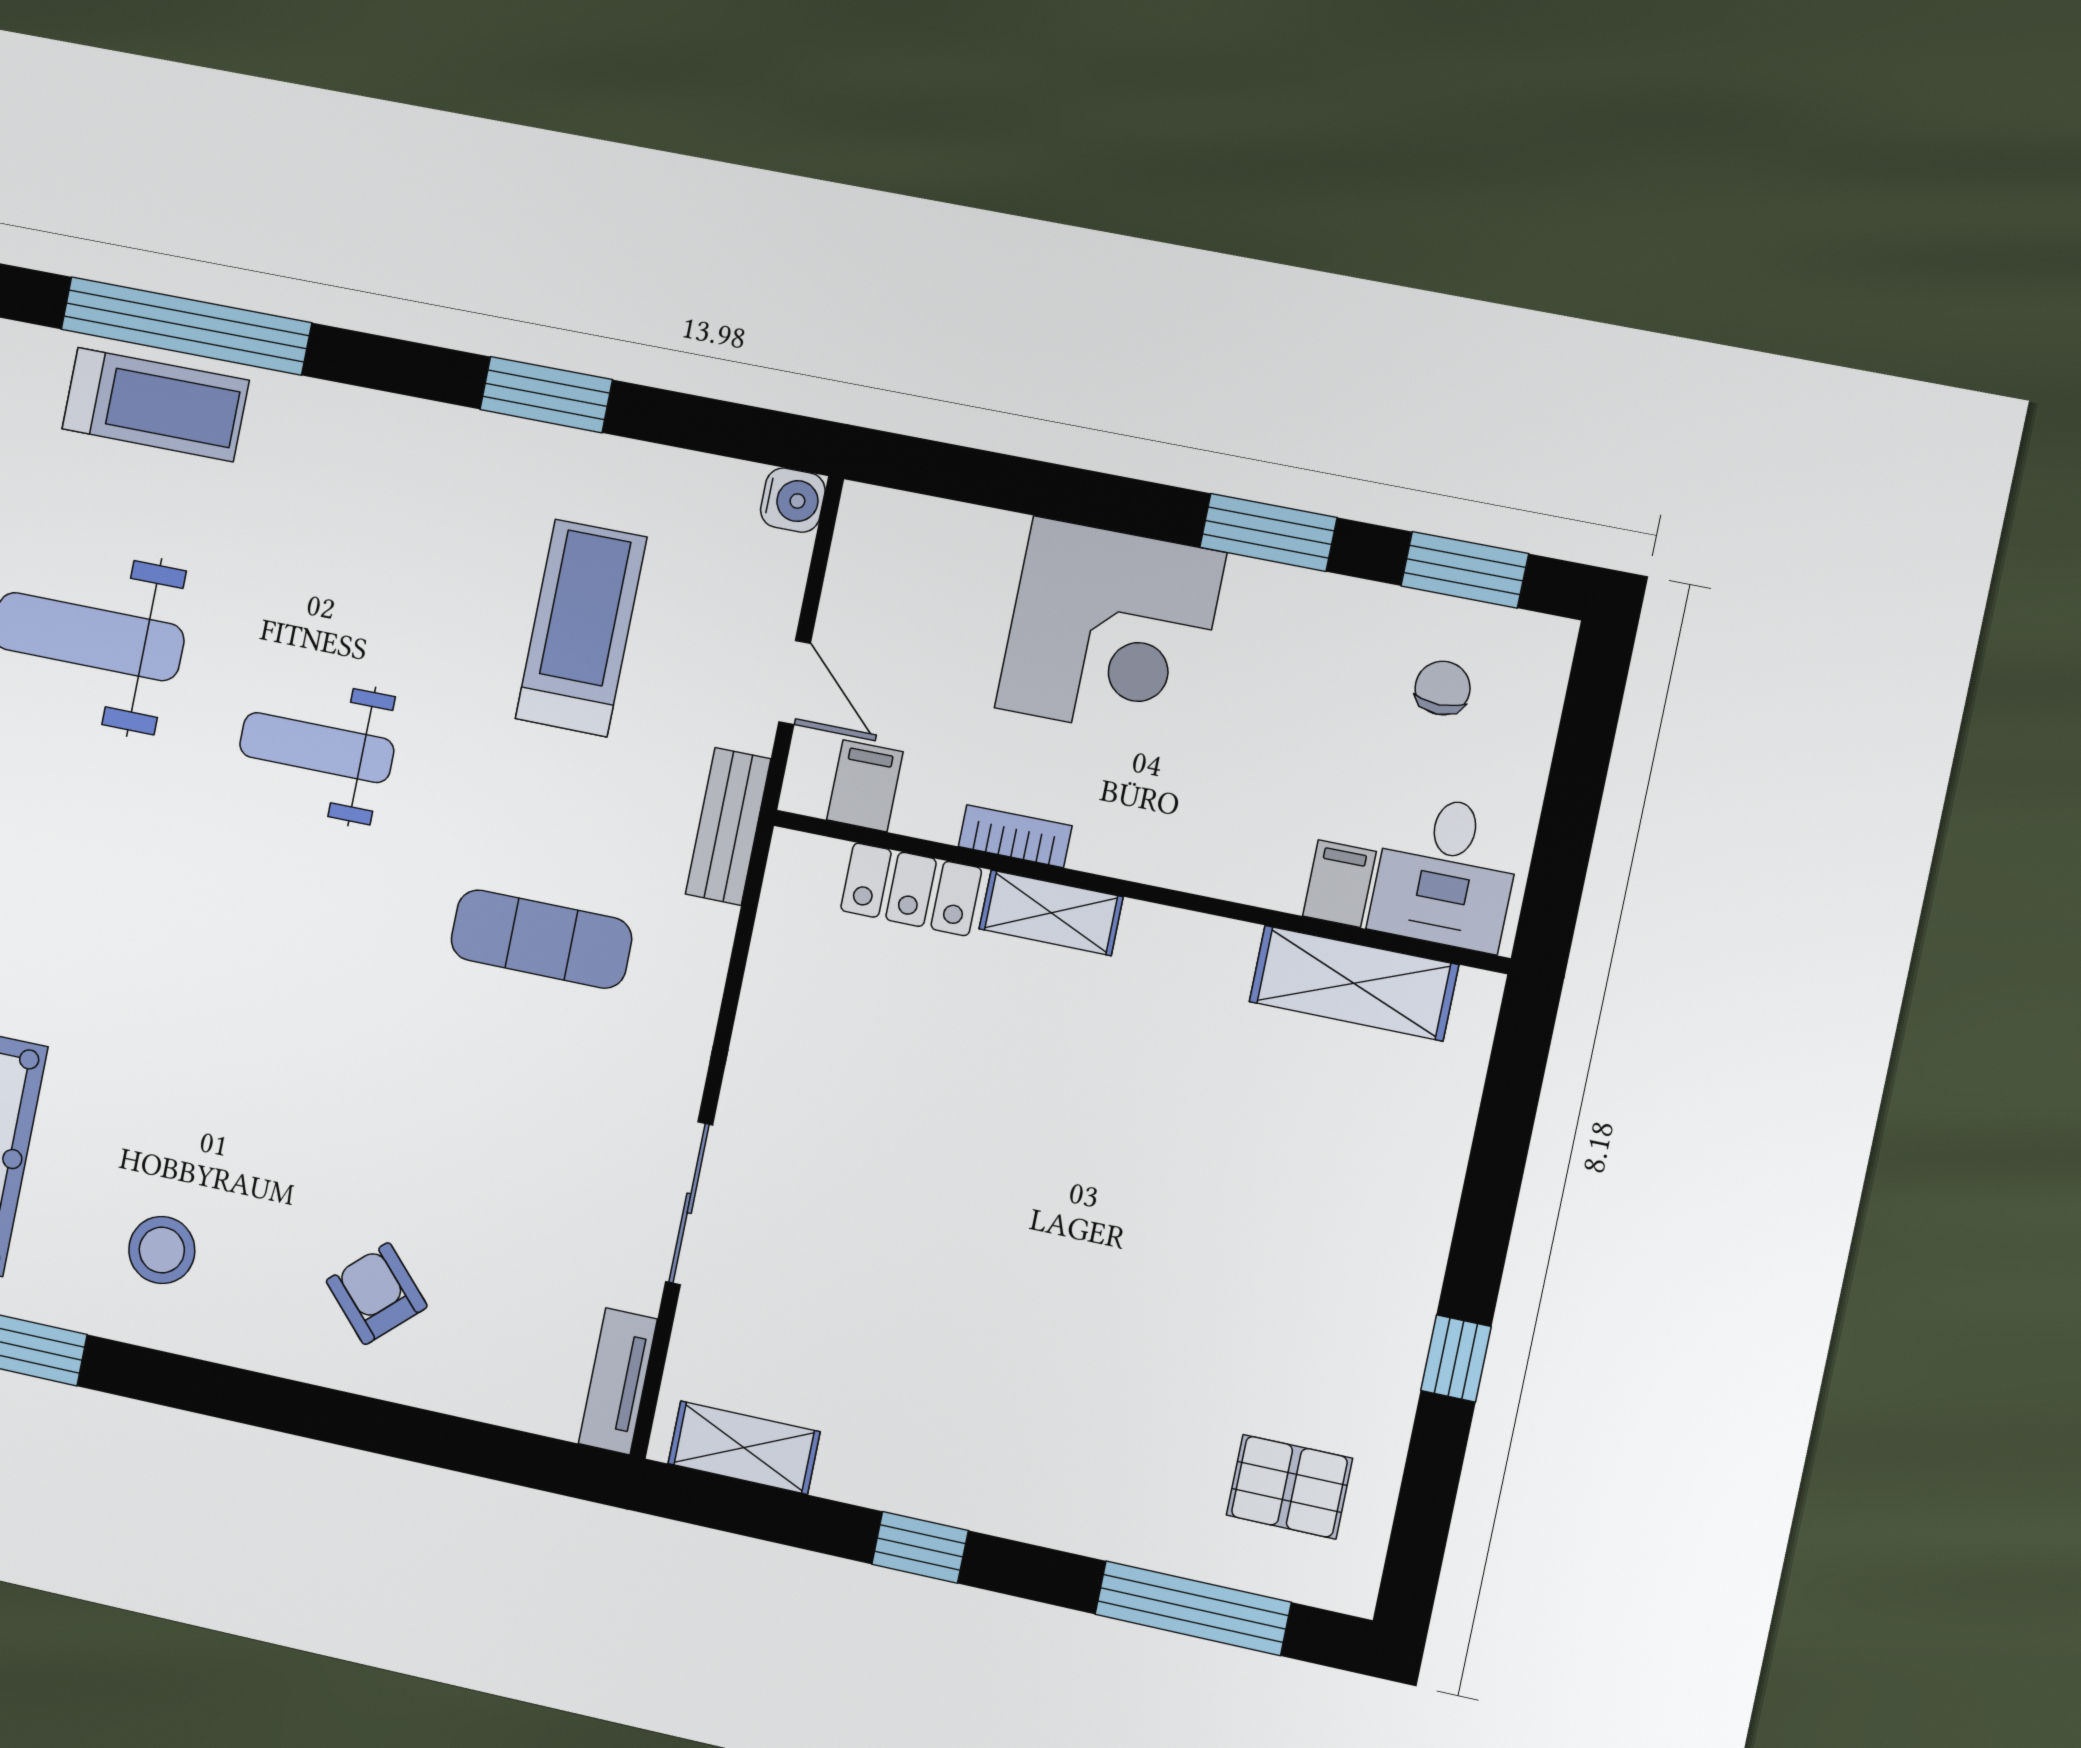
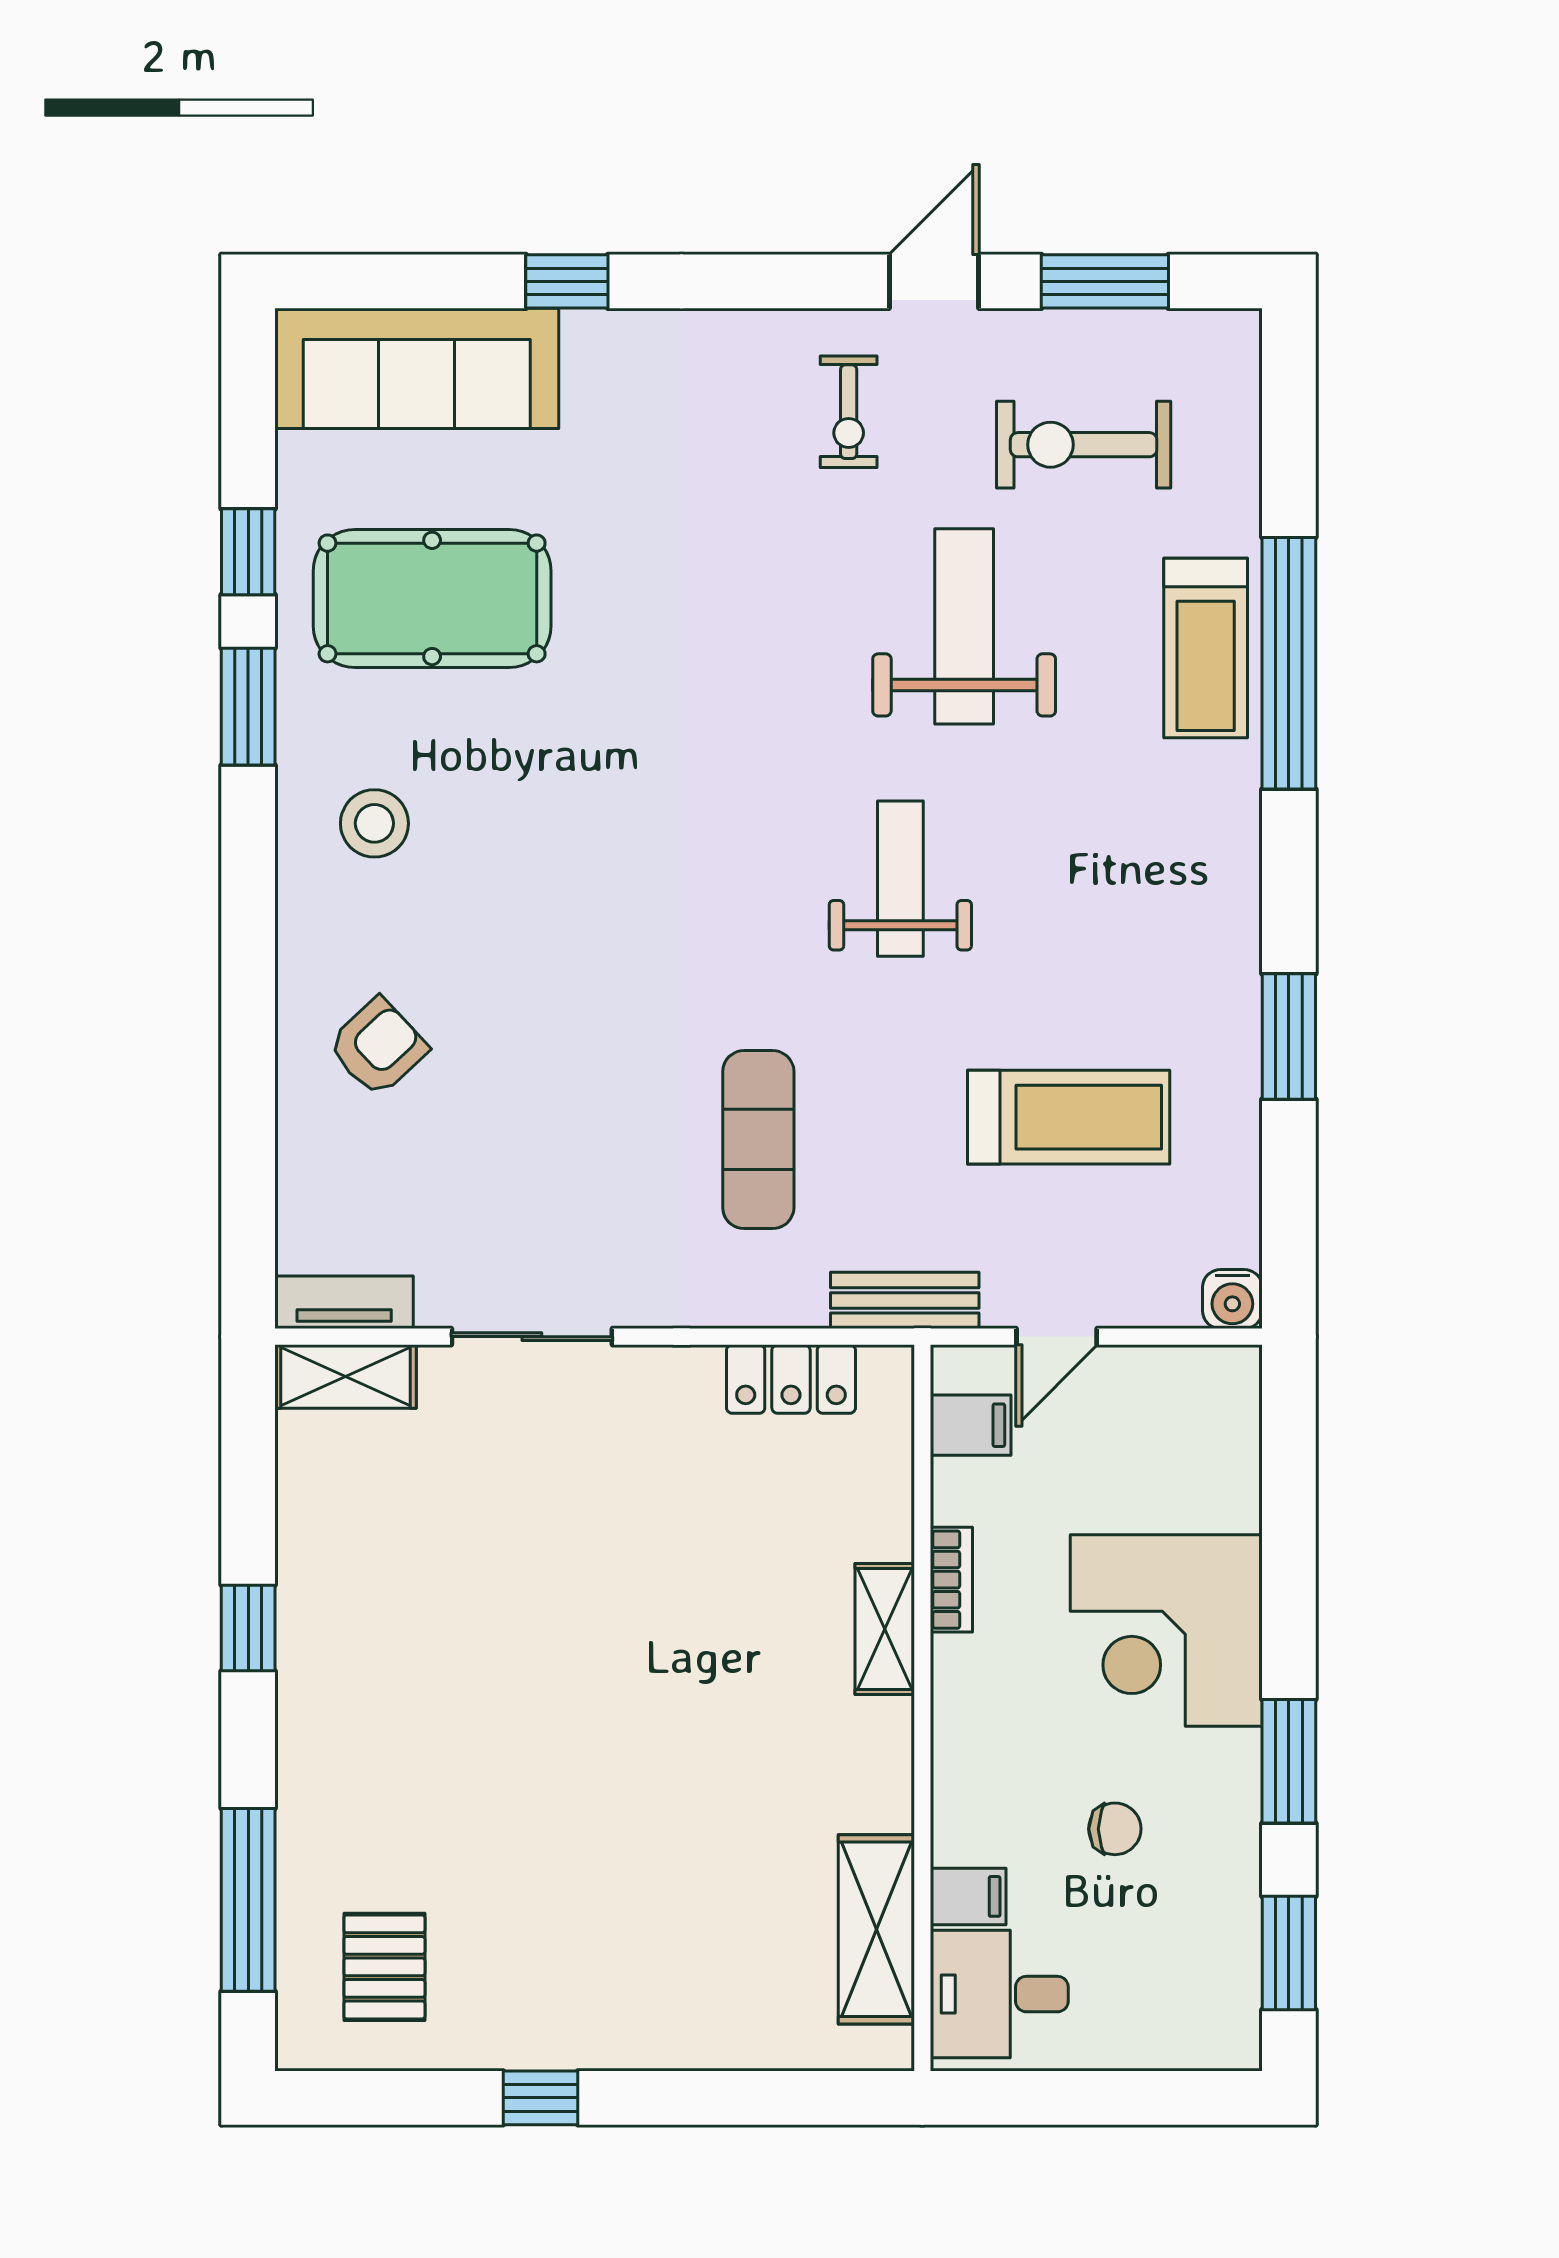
chair: (1443, 688) -> (1115, 1829), moved
locker: (911, 889) -> (791, 1379), moved, turned -90
shelving: (744, 1448) -> (345, 1377), moved, turned 90

